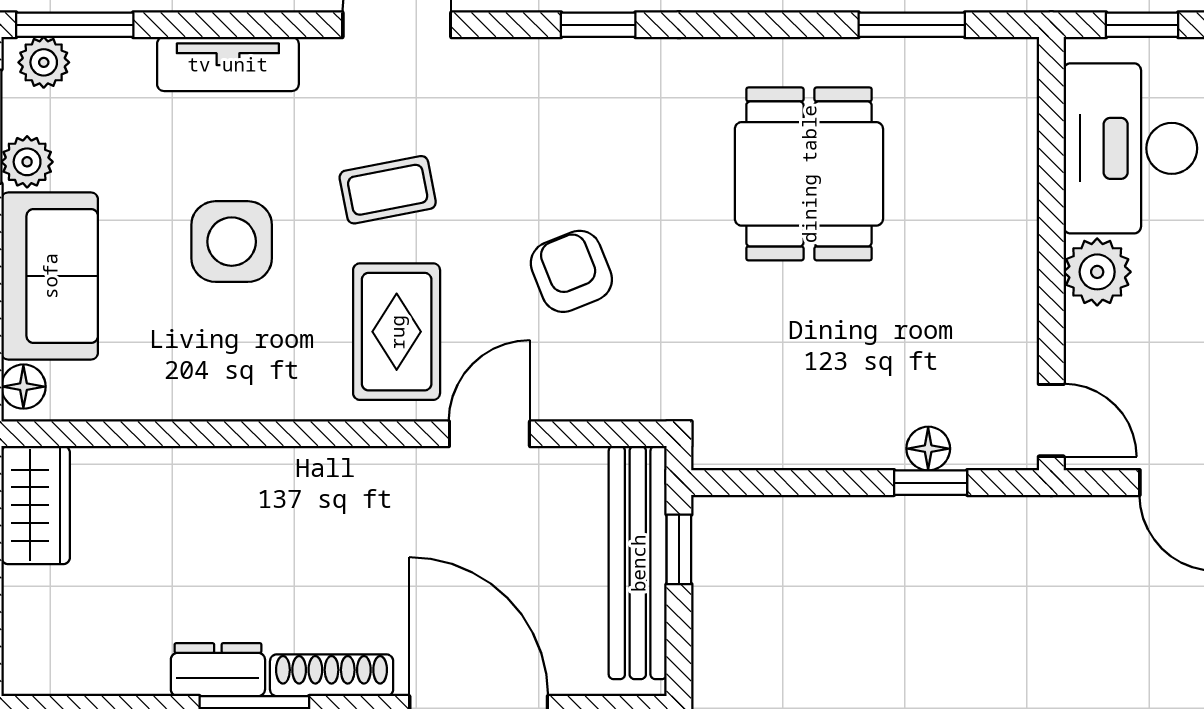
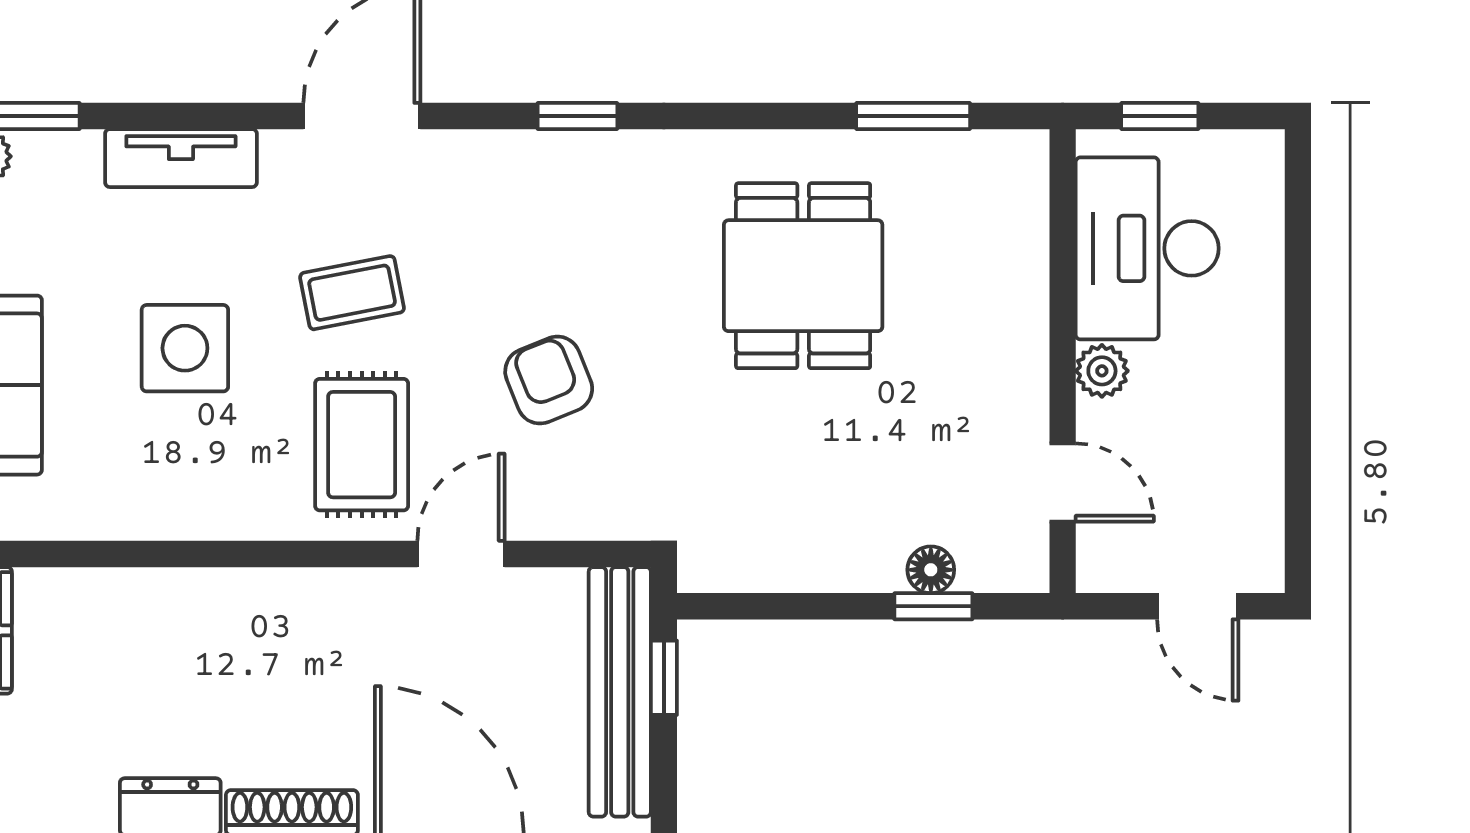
plant: (1097, 272) -> (1102, 371), width x0.73, depth x0.73
door: (1051, 420) -> (1063, 482), moved

